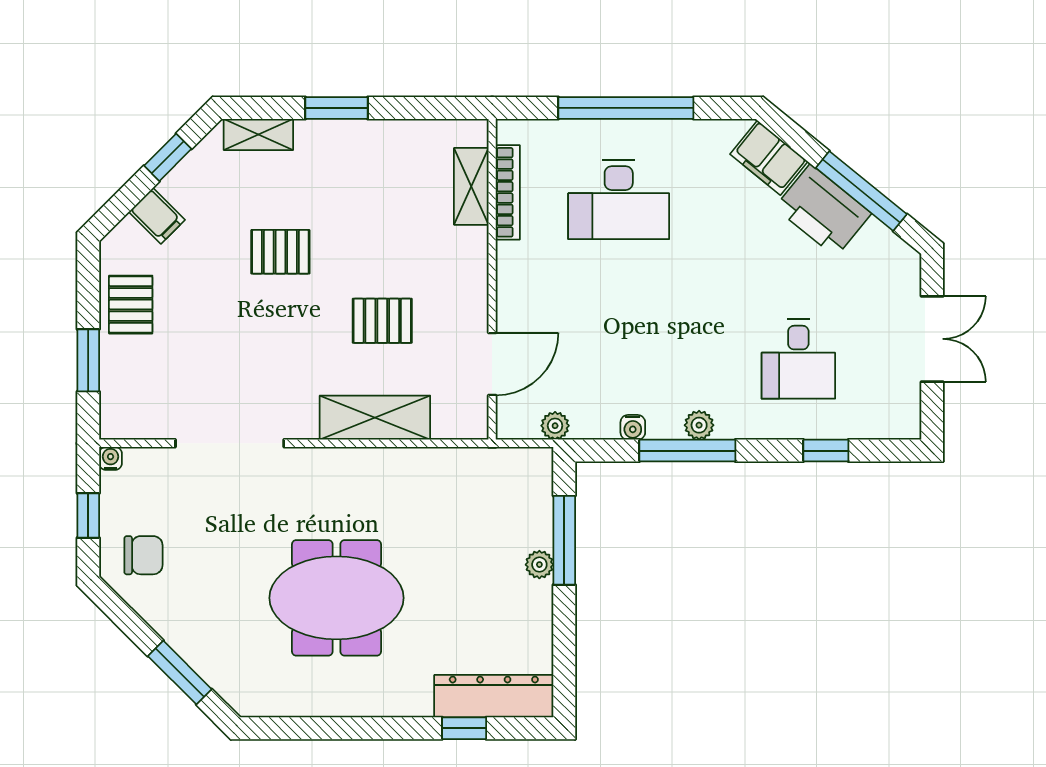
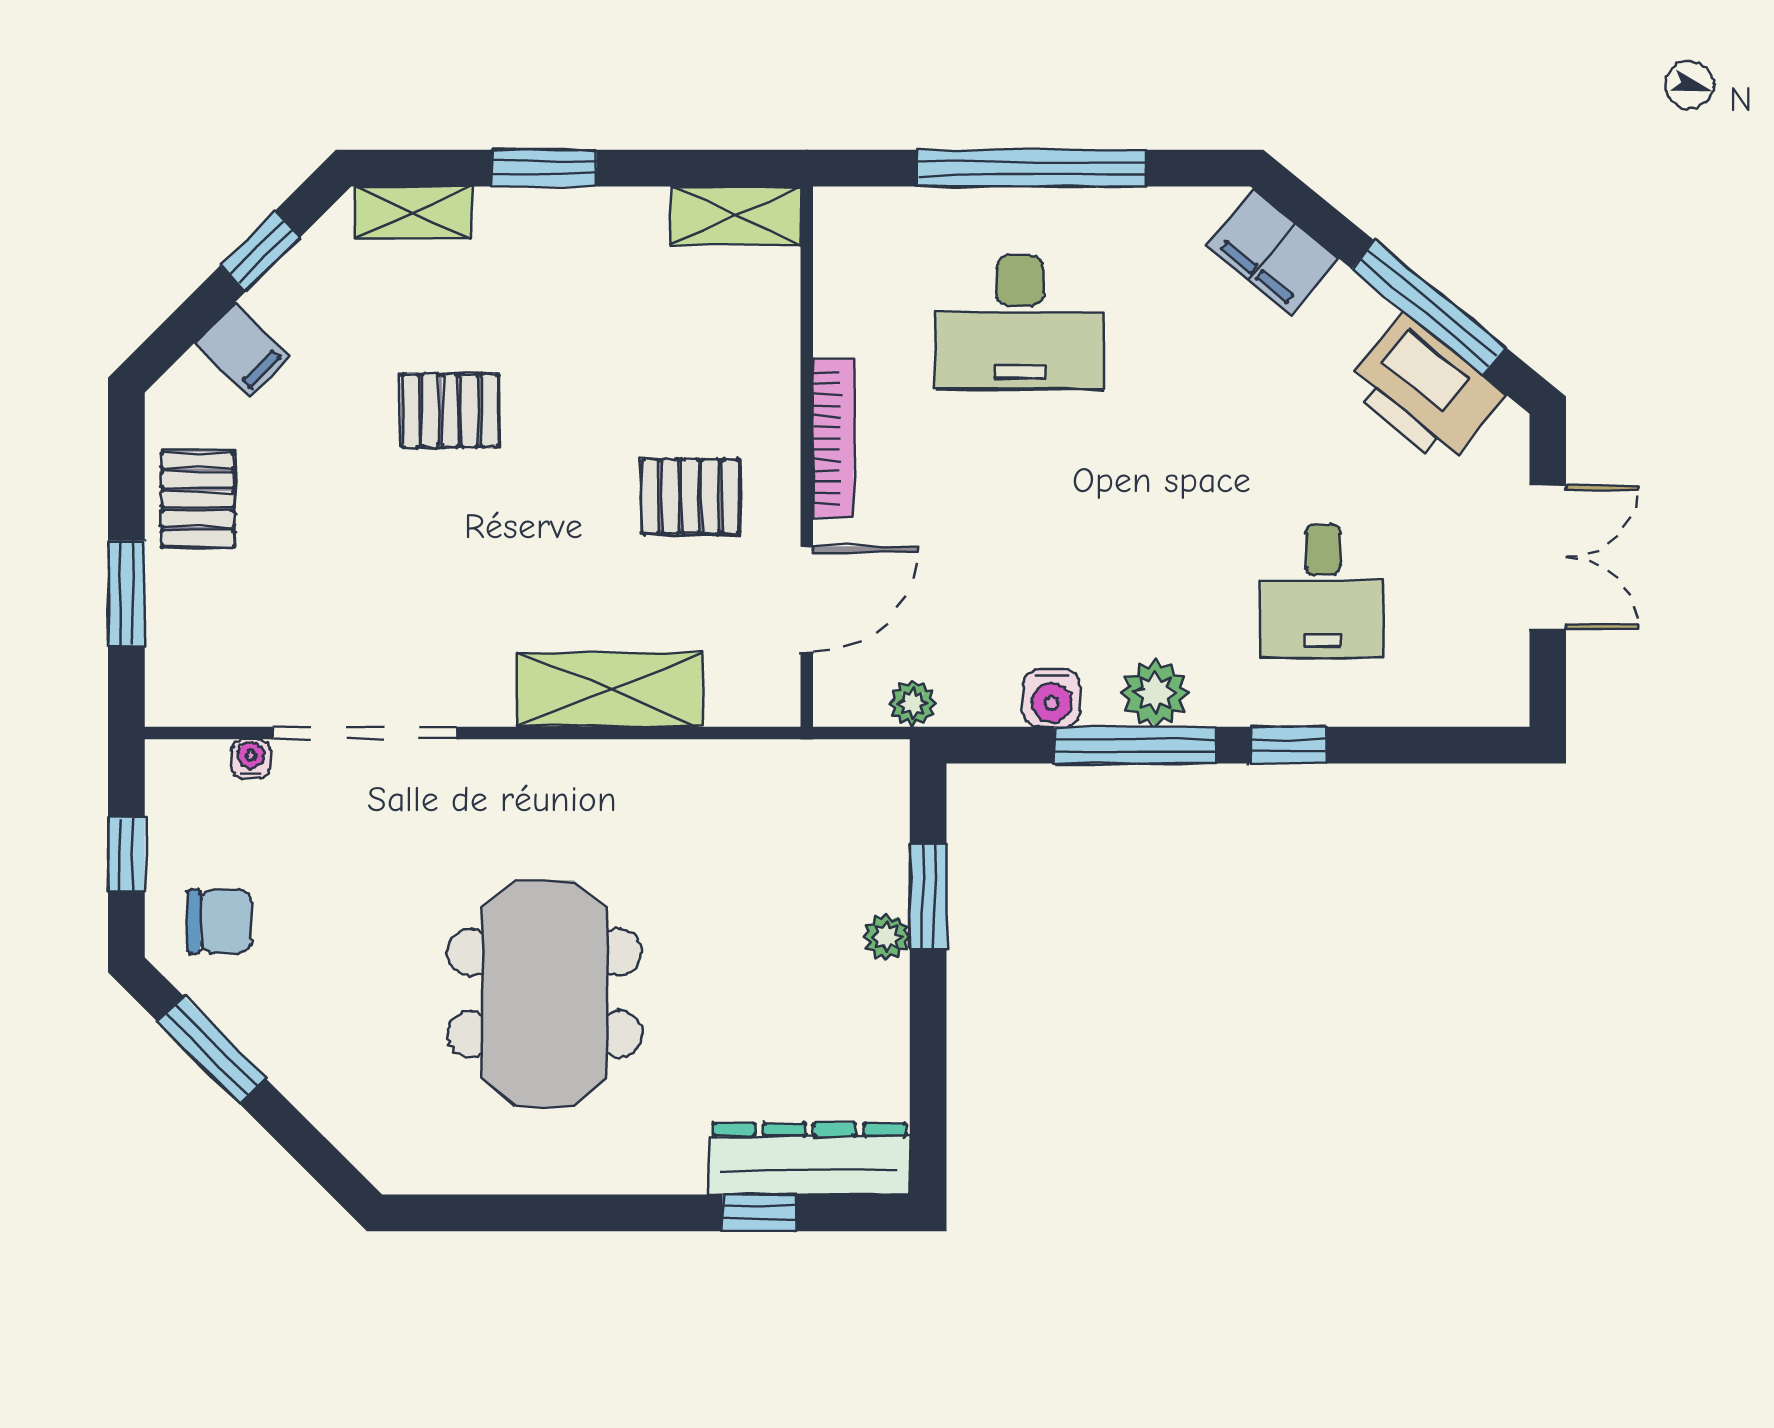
shelving: (471, 186) -> (736, 216), moved, turned 90
bookcase: (508, 192) -> (833, 438), moved
printer: (823, 211) -> (1425, 390), moved
pallet: (382, 321) -> (691, 496), moved
plant: (699, 425) -> (1155, 693), width x1.38, depth x1.38
water cooler: (633, 427) -> (1052, 698), width x1.38, depth x1.38
window: (826, 451) -> (1288, 745), moved
water cooler: (111, 458) -> (251, 758), moved
window: (564, 540) -> (928, 896), width x0.69
meeting table: (336, 598) -> (545, 993), turned 90
window: (180, 673) -> (211, 1050), moved

